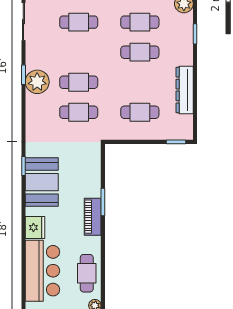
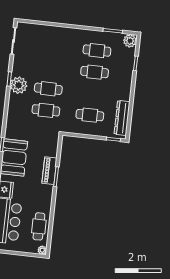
cafe table: (79, 22) -> (53, 46), removed
dresser: (185, 90) -> (122, 118), moved
piano: (93, 217) -> (49, 171), moved

